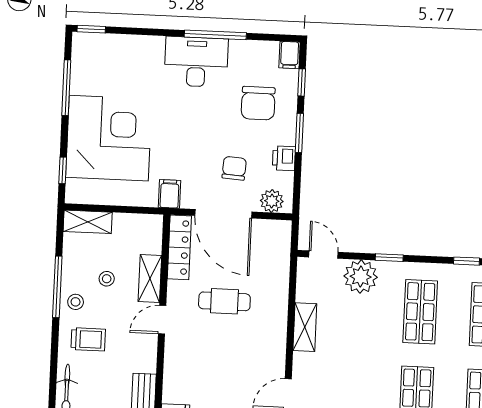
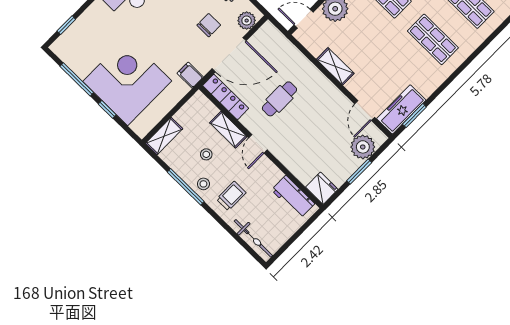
window: (91, 29) -> (66, 25), moved
chair: (234, 168) -> (209, 25), turned 86
window: (63, 170) -> (107, 109), moved

